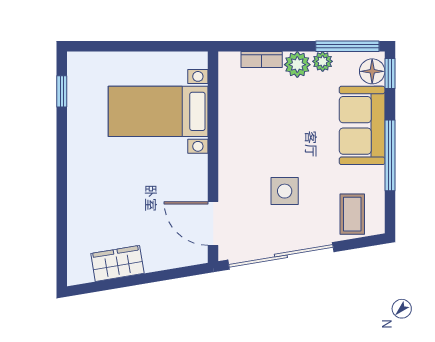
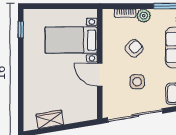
plant: (323, 61) -> (157, 14), removed
armchair: (279, 127) -> (134, 48), added
door: (213, 224) -> (100, 75), moved

